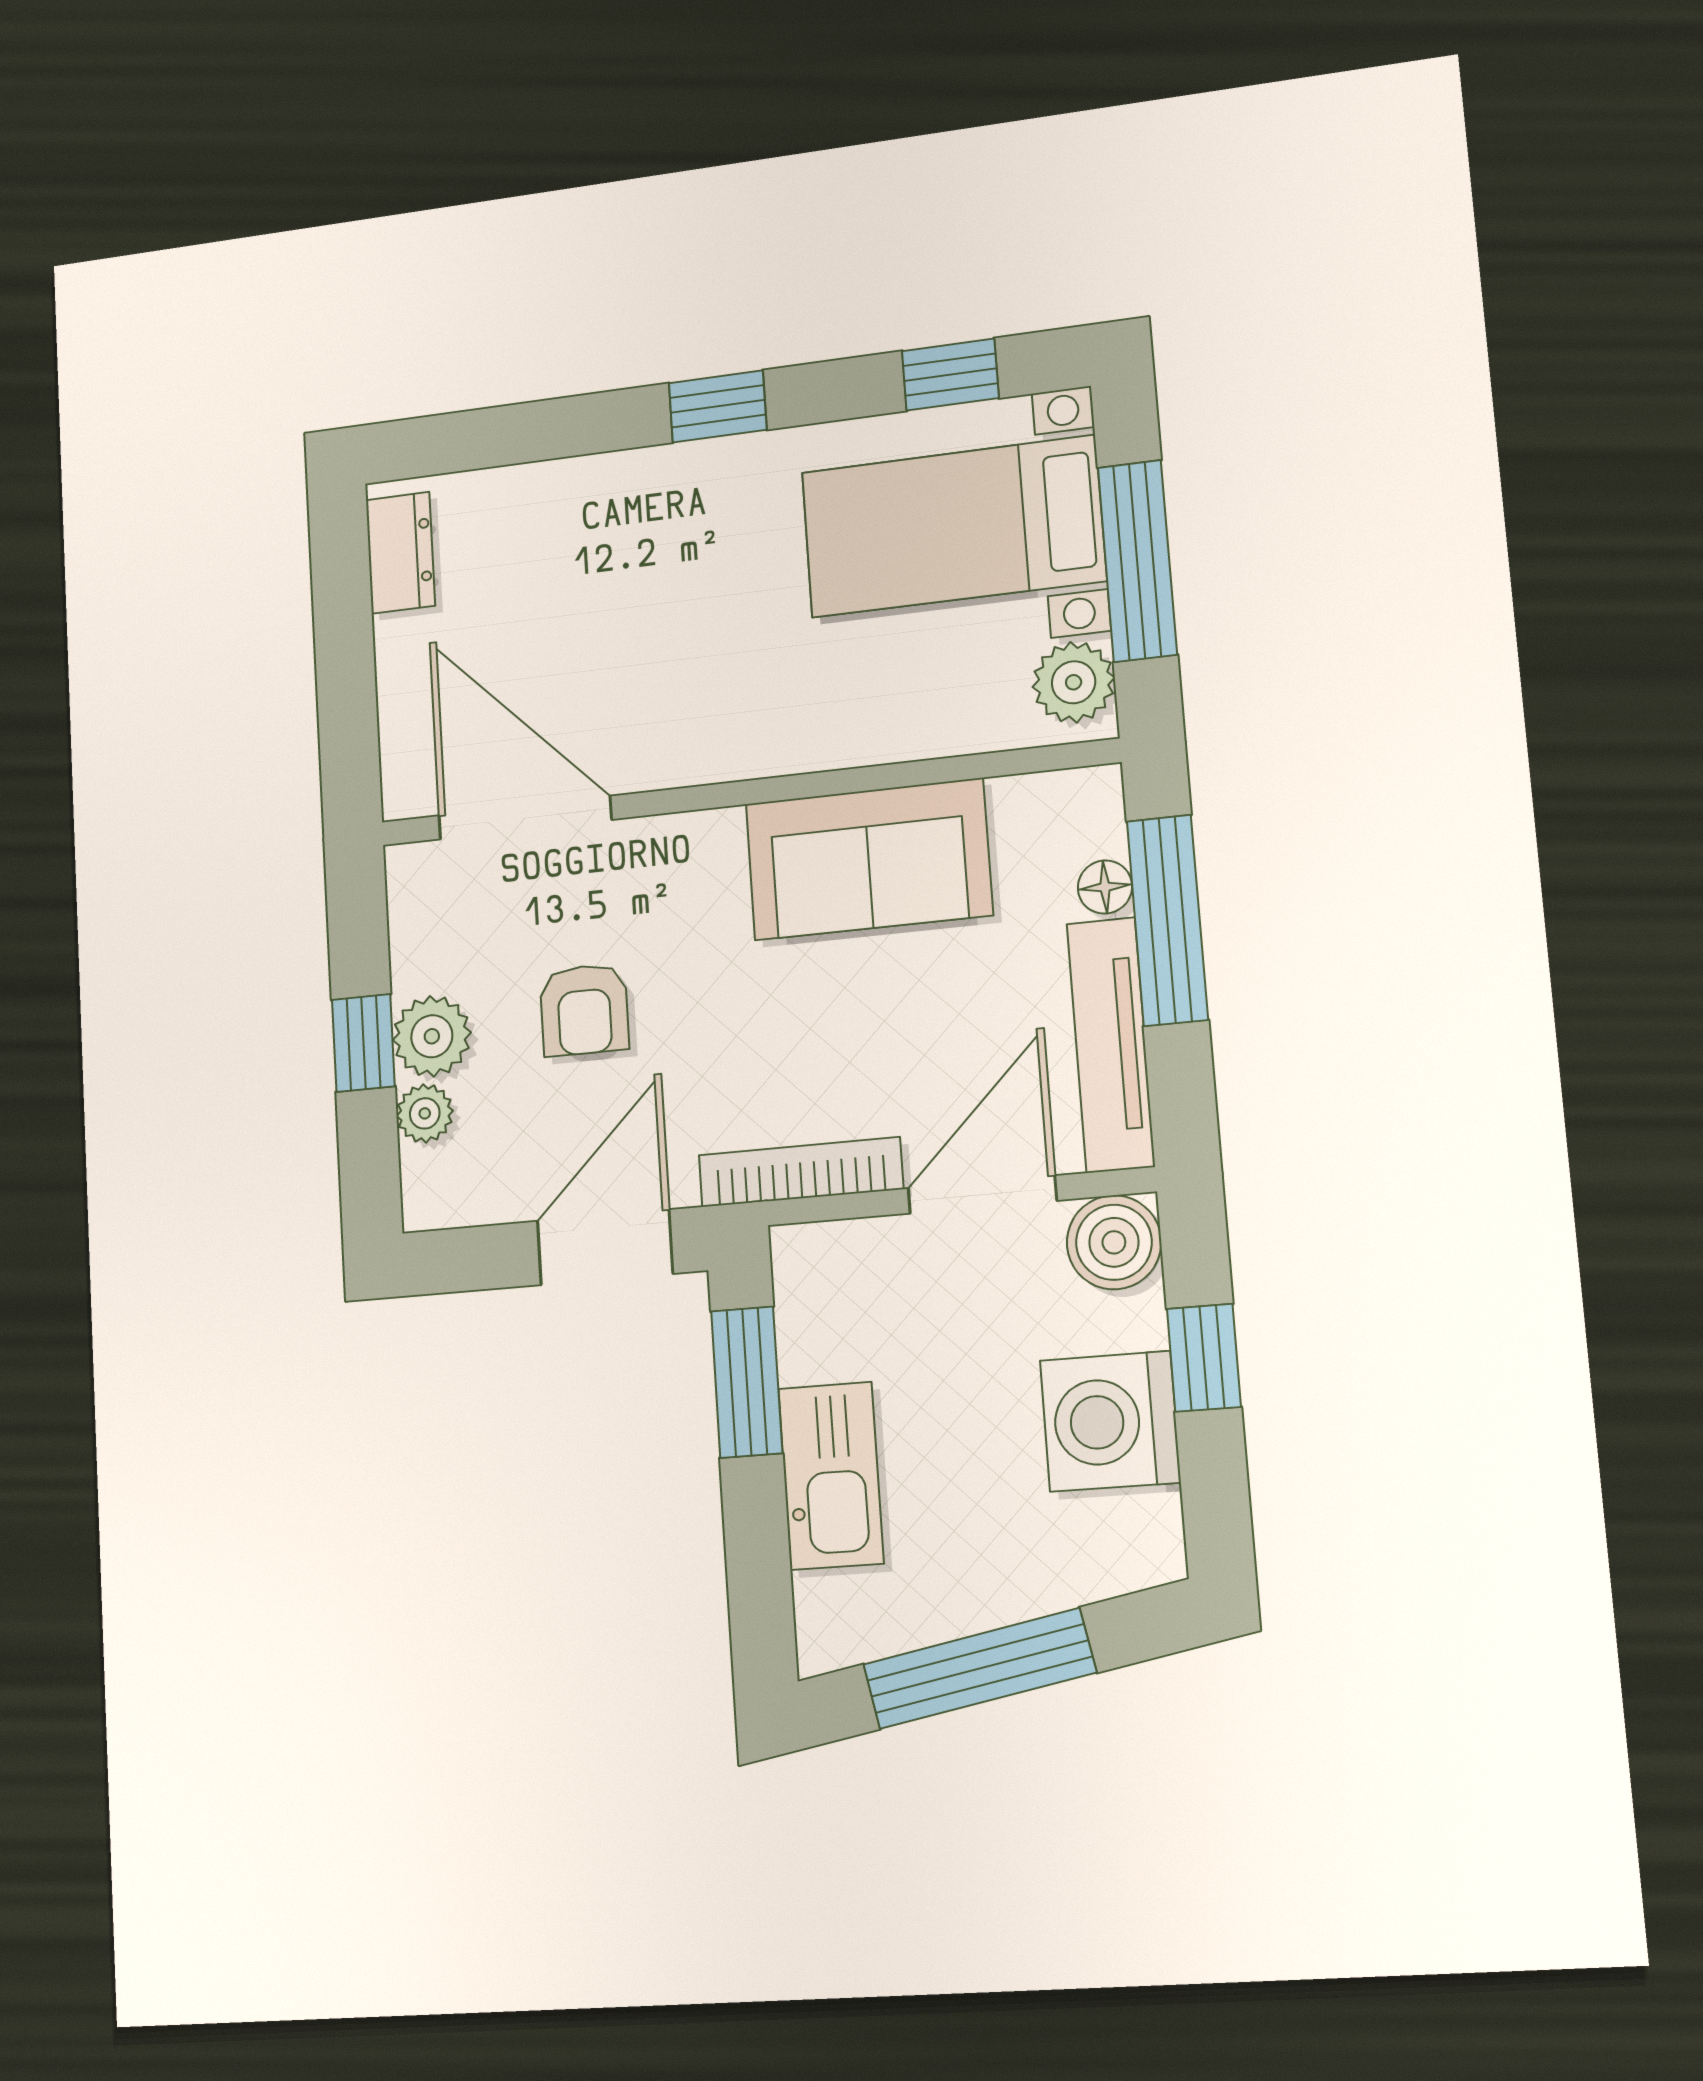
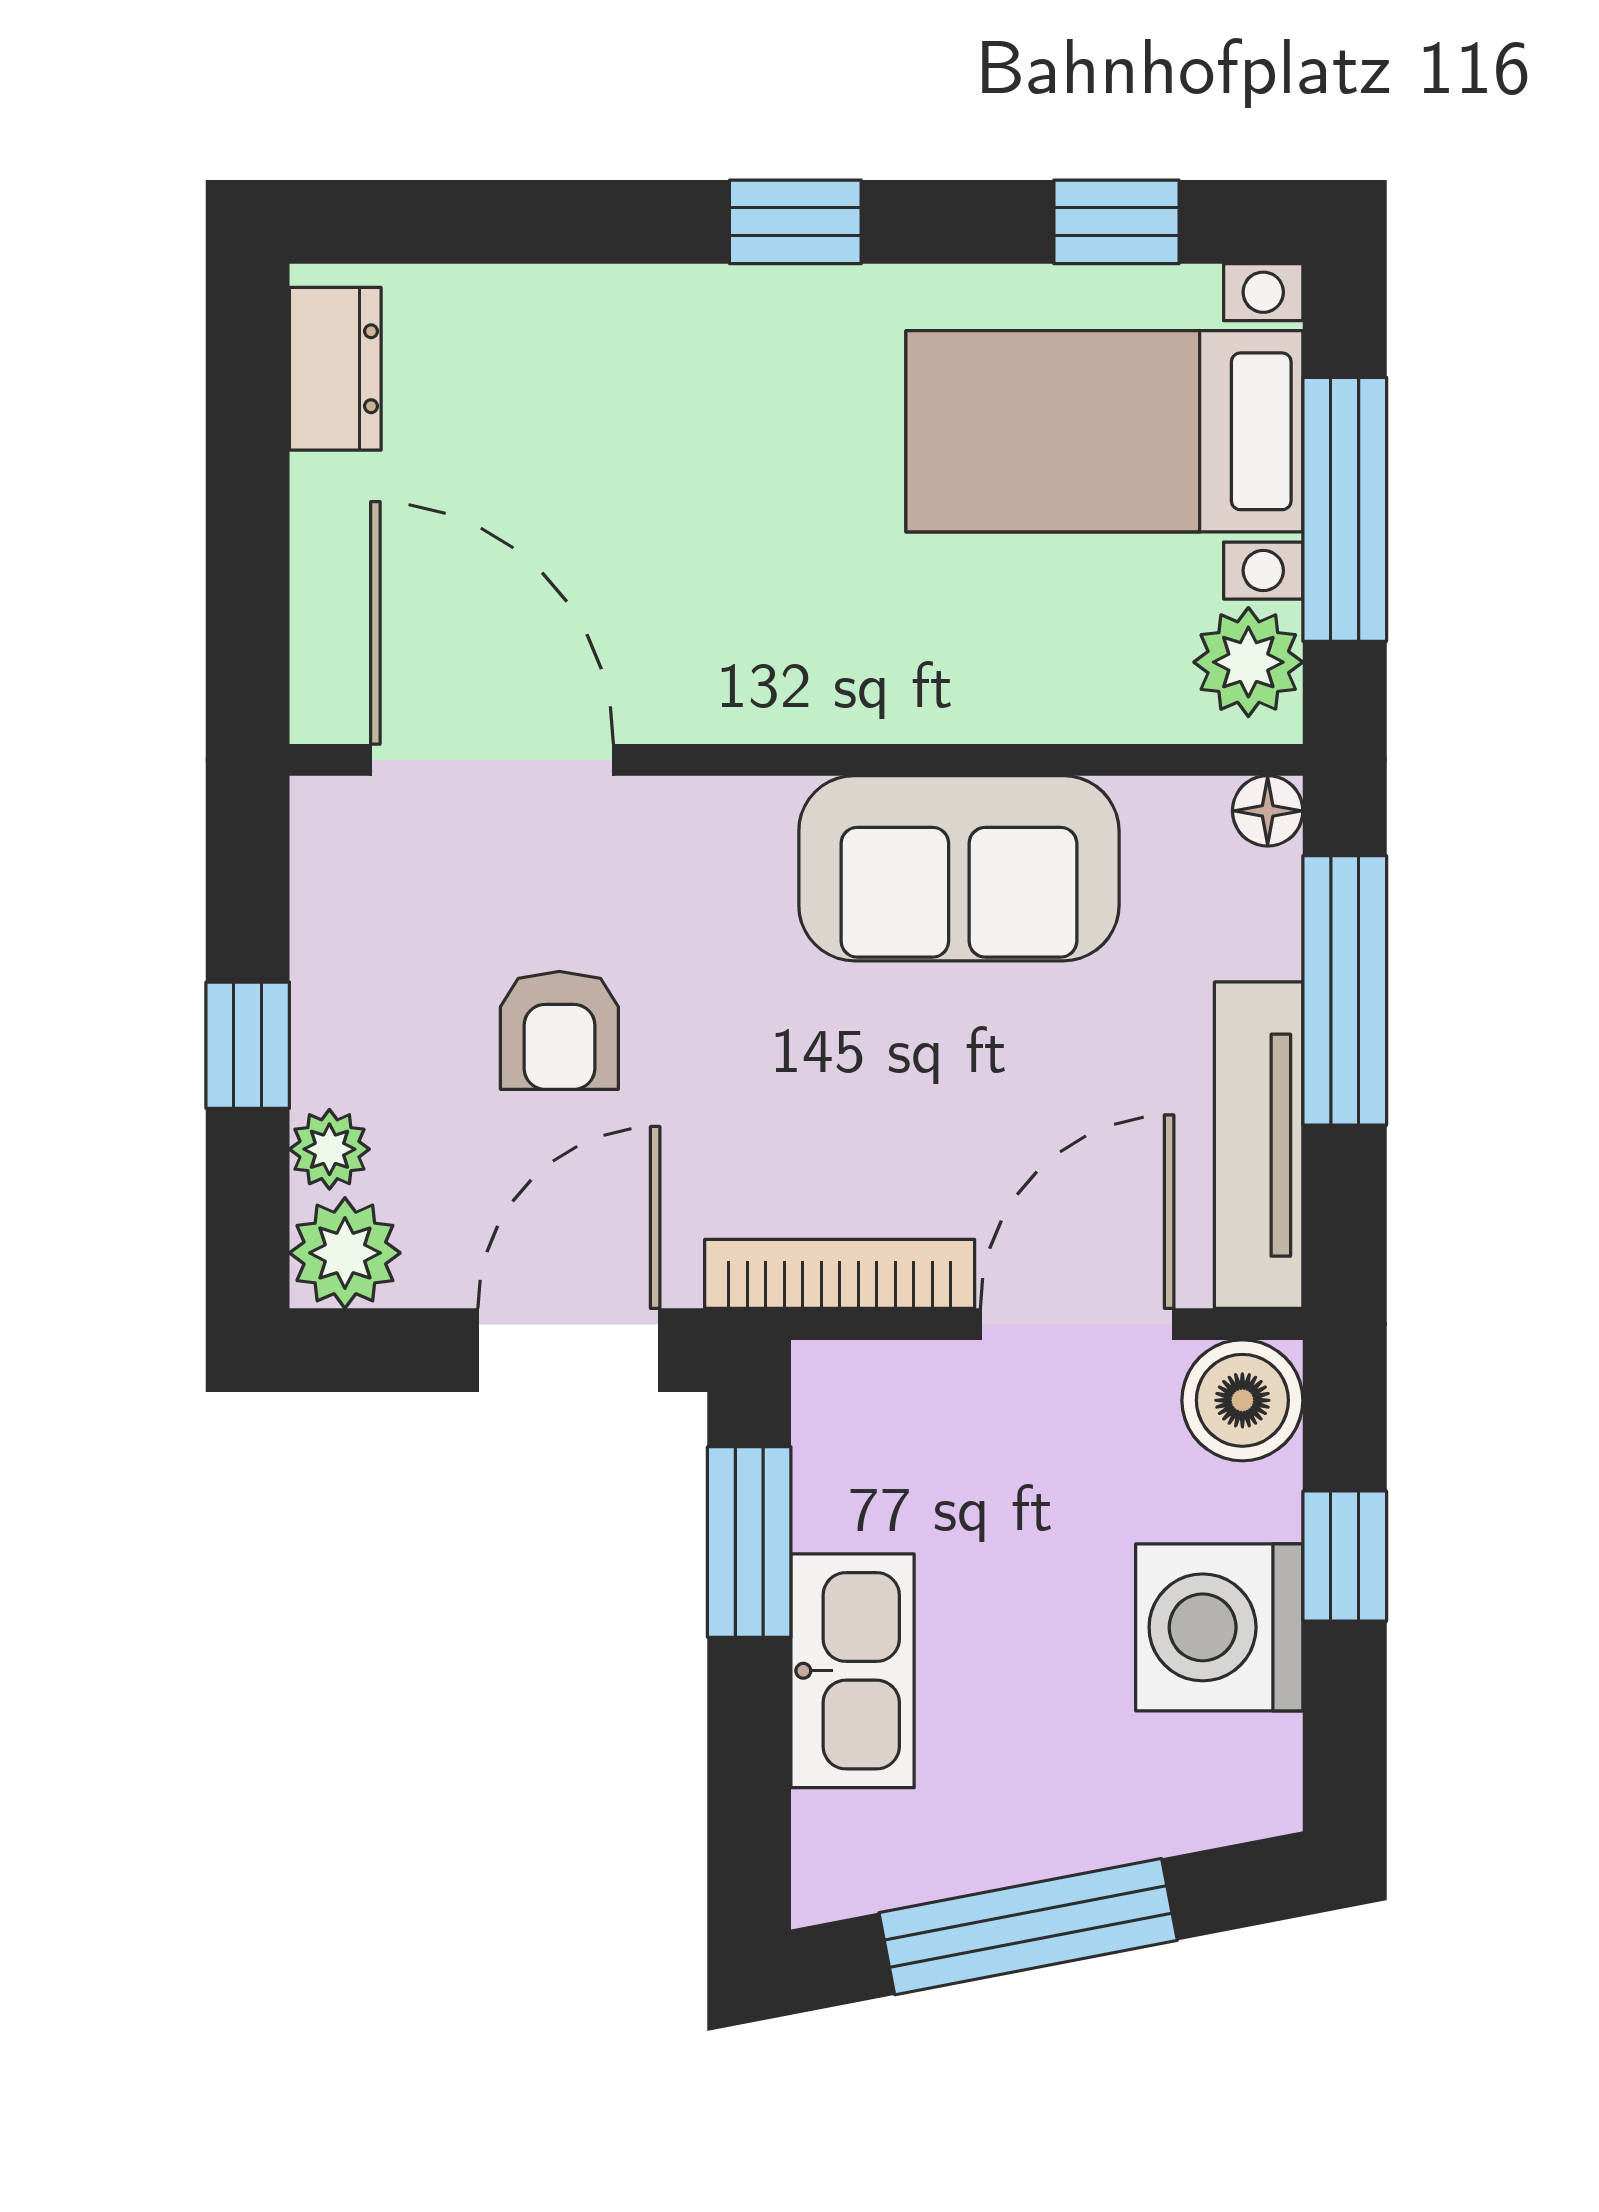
floor lamp: (1105, 887) -> (1268, 811), moved
plant: (432, 1036) -> (345, 1253), moved

